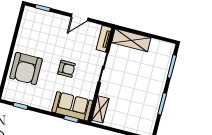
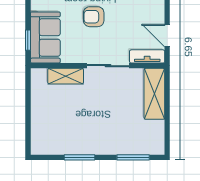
door: (80, 17) -> (167, 35), moved
armchair: (66, 69) -> (94, 17), turned 90
shelving: (100, 109) -> (66, 76), moved

